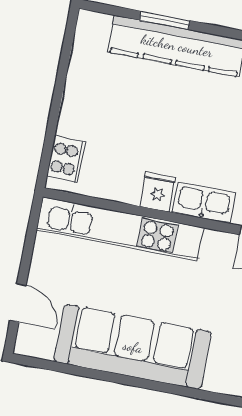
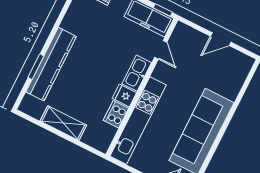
shelving: (78, 97) -> (63, 123), added
cooker: (66, 159) -> (116, 114), moved, turned -90

